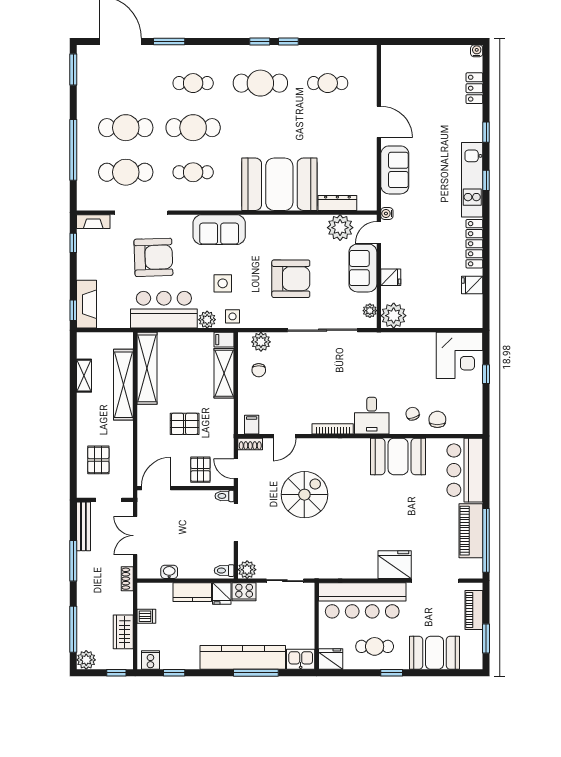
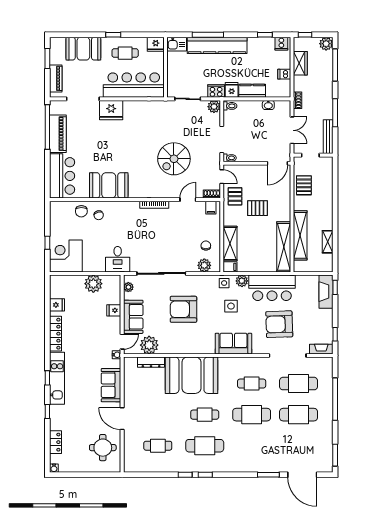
round table: (407, 80) -> (103, 448), added
cafe table: (193, 83) -> (205, 415), moved
plant: (394, 316) -> (93, 284), moved
desk: (372, 416) -> (118, 259), moved, turned 180
pallet: (98, 460) -> (304, 185), moved
pallet: (200, 470) -> (235, 196), moved

